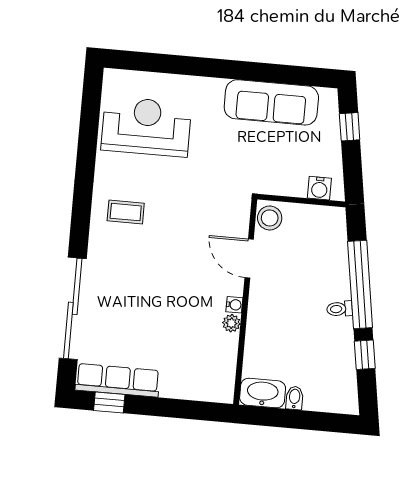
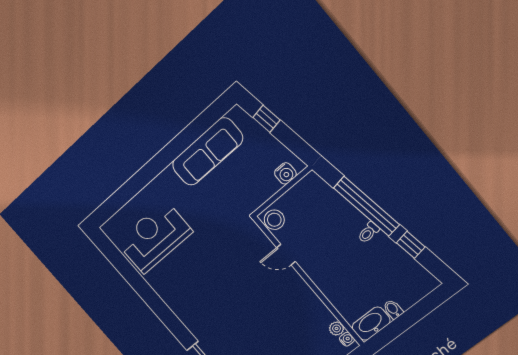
coffee table: (126, 212) -> (192, 296), removed
door: (249, 259) -> (286, 255), width x0.73
water cooler: (234, 305) -> (347, 339), moved
plant: (231, 323) -> (337, 328), moved

